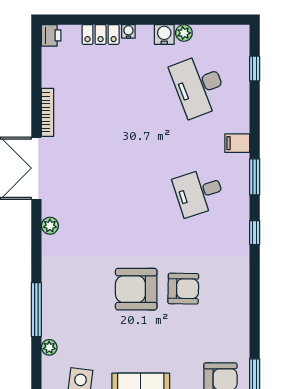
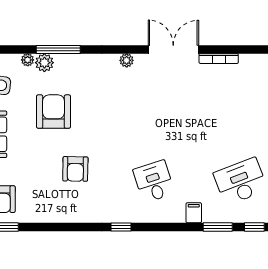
window: (255, 177) -> (218, 227), moved
armchair: (136, 289) -> (54, 112), moved
plant: (53, 327) -> (44, 63), added

